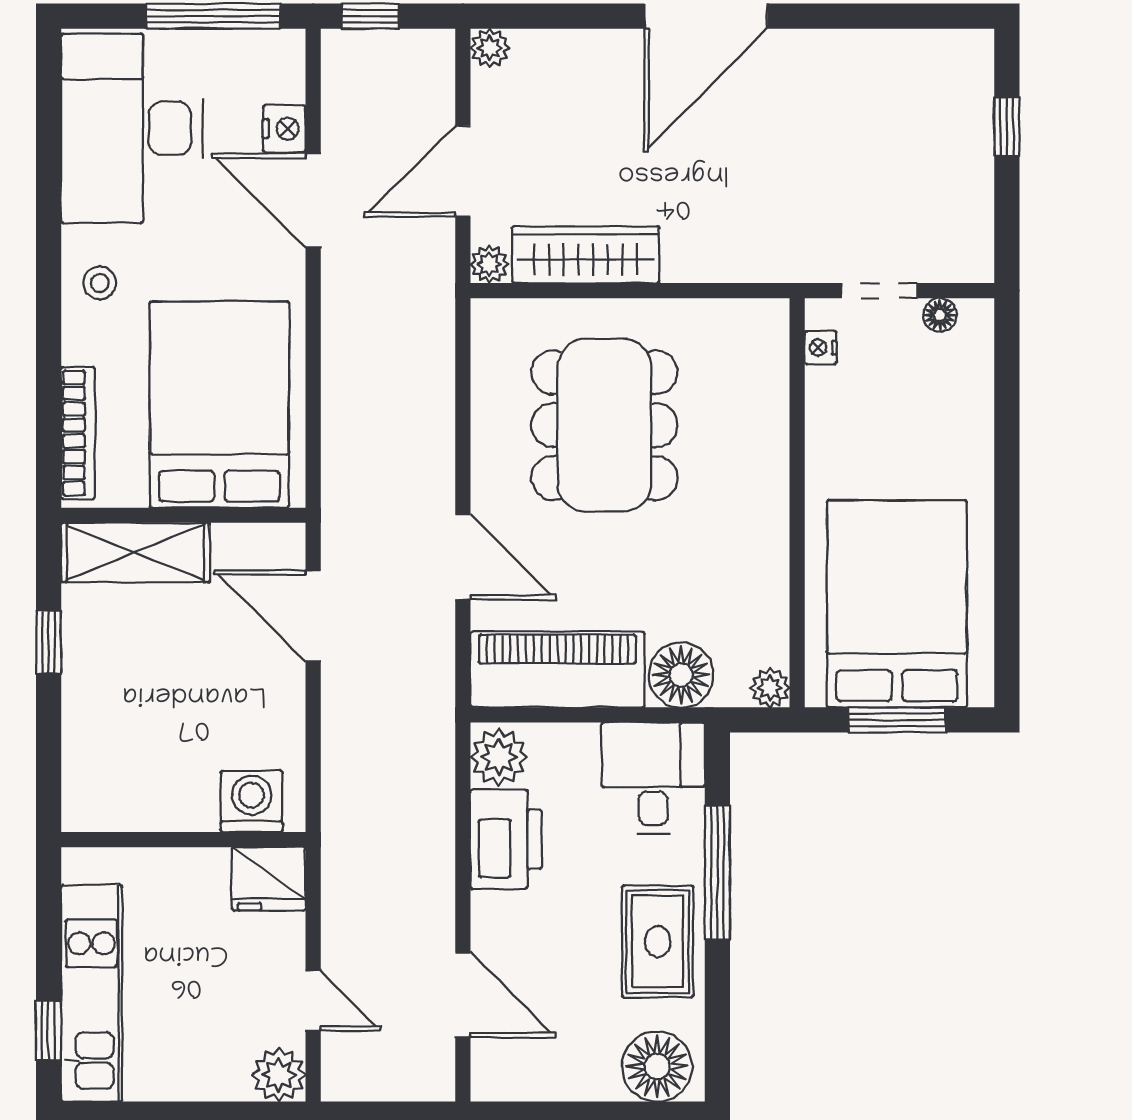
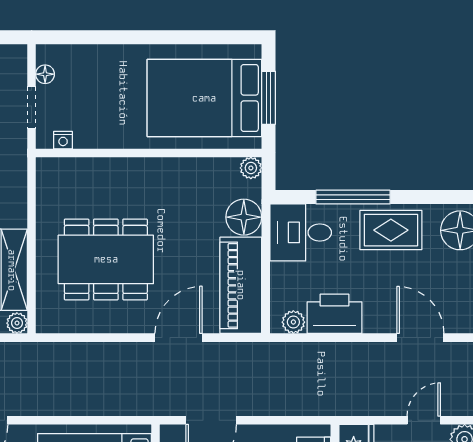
plant: (499, 757) -> (293, 322), width x0.73, depth x0.73
door: (463, 995) -> (420, 338), hinge flipped

